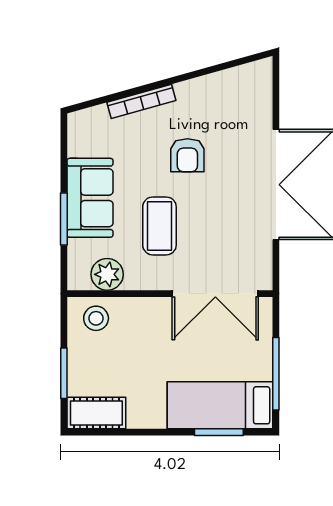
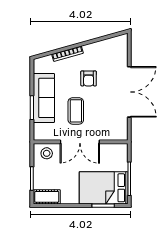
sofa: (90, 198) -> (44, 98), width x1.36
plant: (107, 274) -> (52, 133), removed
double door: (215, 294) -> (80, 142), moved
bed: (220, 405) -> (104, 188), width x1.50

